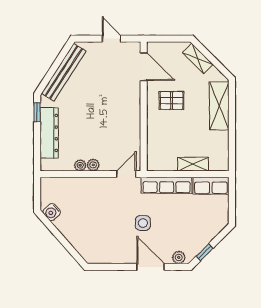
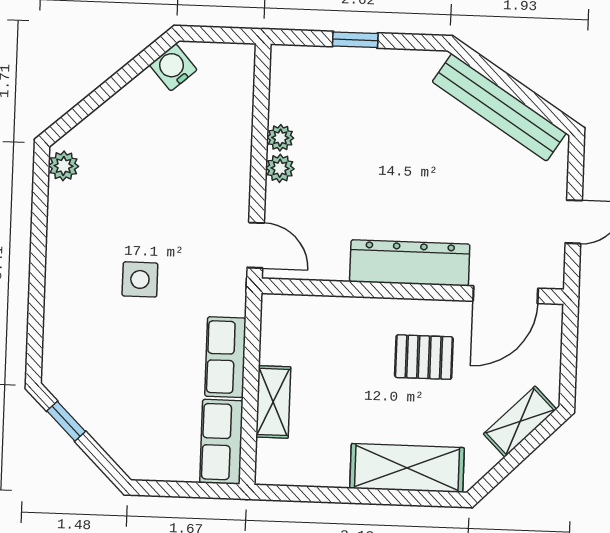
pallet: (172, 100) -> (424, 357), turned 90
window: (37, 112) -> (355, 40), moved
dresser: (49, 133) -> (410, 263), moved, turned 180
row of seats: (167, 185) -> (225, 357), width x0.68
plant: (179, 257) -> (63, 166), moved
door: (151, 267) -> (37, 294), removed

